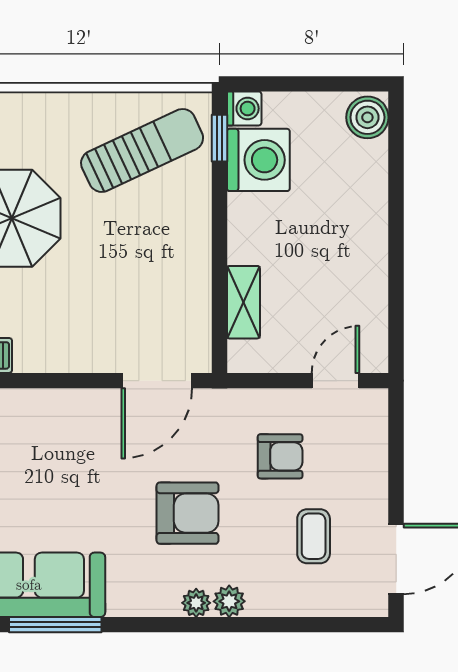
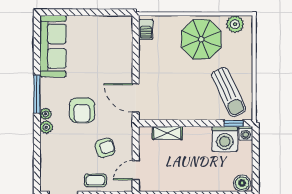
door: (335, 381) -> (136, 170), swing flipped
armchair: (280, 456) -> (105, 148), turned -106
coffee table: (314, 536) -> (95, 180), moved
window: (55, 625) -> (37, 94), moved

